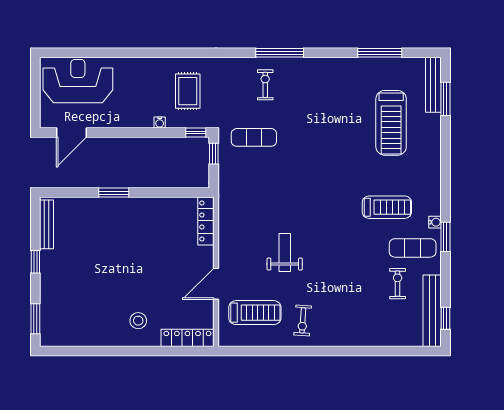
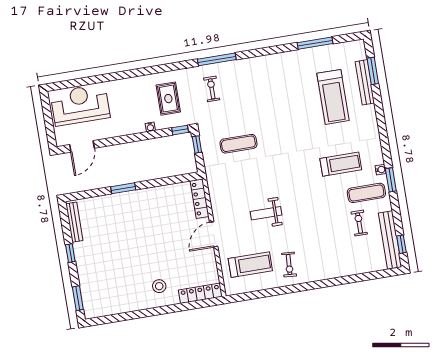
window: (280, 53) -> (217, 59), moved
exercise bike: (265, 85) -> (212, 89), moved
bench: (433, 85) -> (365, 82), moved
exercise mat: (254, 137) -> (238, 144), moved
weight bench: (285, 253) -> (266, 213), turned -90
door: (216, 284) -> (214, 234), moved

